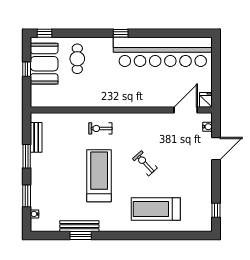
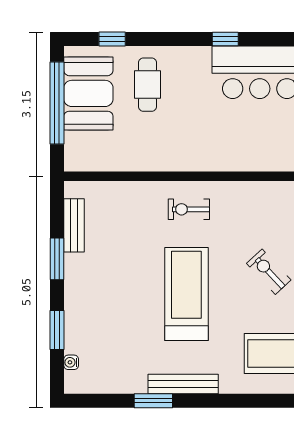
window: (45, 33) -> (112, 39), moved
window: (27, 69) -> (57, 103), width x3.17
bench: (79, 226) -> (183, 384), moved

